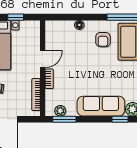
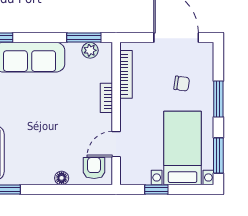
armchair: (103, 40) -> (94, 168), moved
door: (43, 59) -> (116, 144), moved

